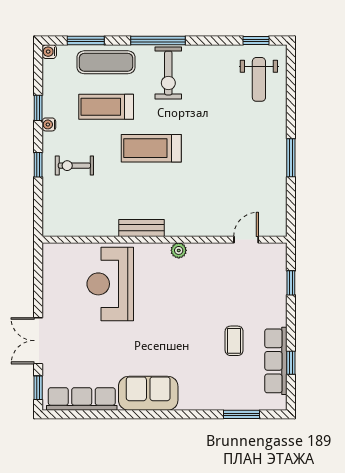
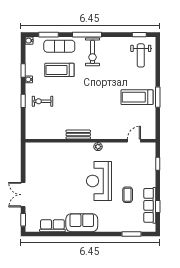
treadmill: (151, 148) -> (137, 97), moved
reception desk: (110, 284) -> (99, 181), moved
row of seats: (82, 399) -> (52, 226), width x0.68

